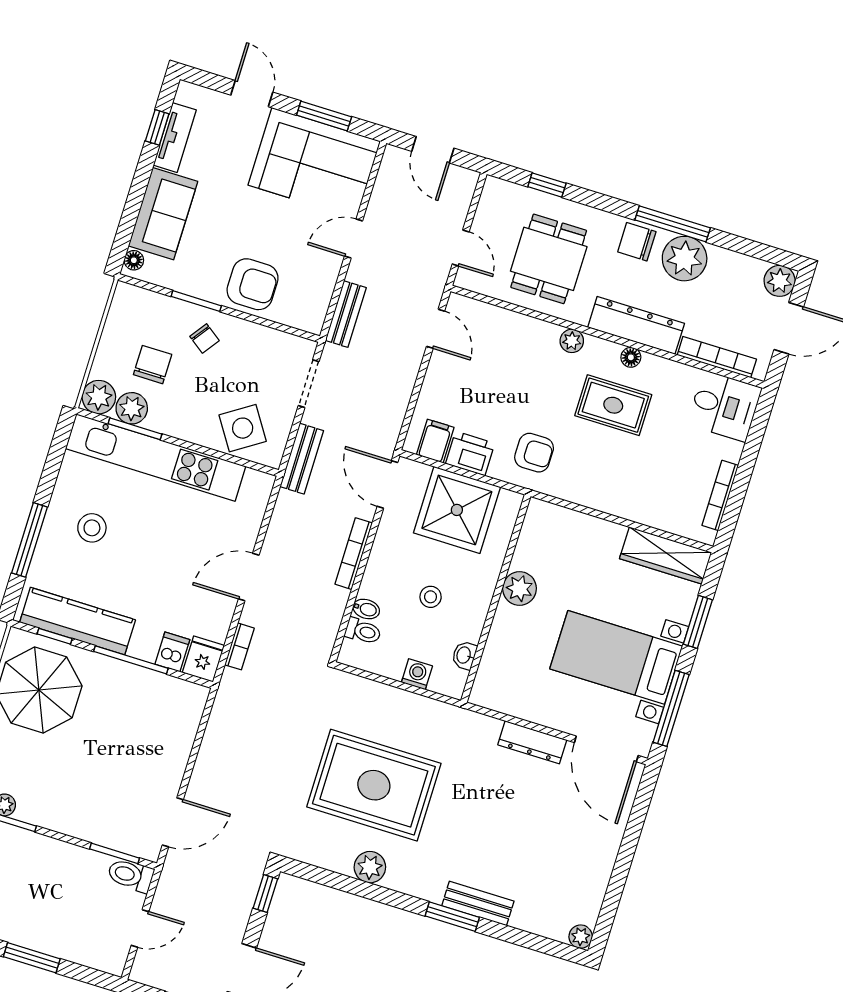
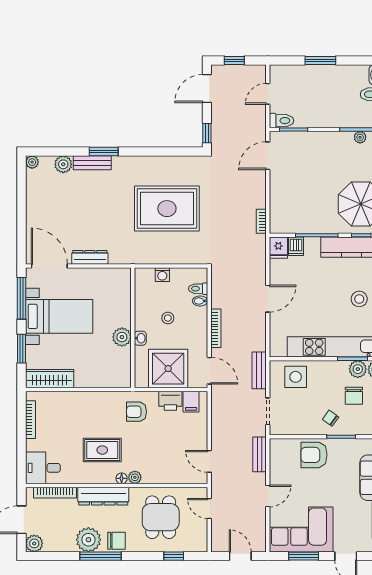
floor lamp: (631, 357) -> (122, 478), moved
side table: (243, 428) -> (296, 377), turned 33
bookcase: (239, 646) -> (261, 221), moved
washbasin: (464, 655) -> (140, 338), moved
plant: (370, 867) -> (63, 164), moved

